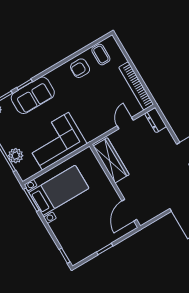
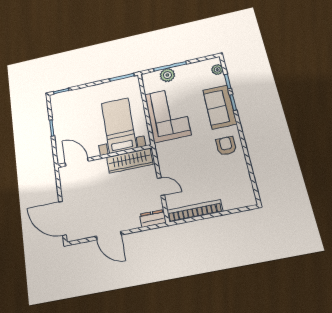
coffee table: (101, 55) -> (240, 186), removed
armchair: (80, 68) -> (226, 146), moved
bed with nightstands: (59, 190) -> (119, 125), moved, turned 180

